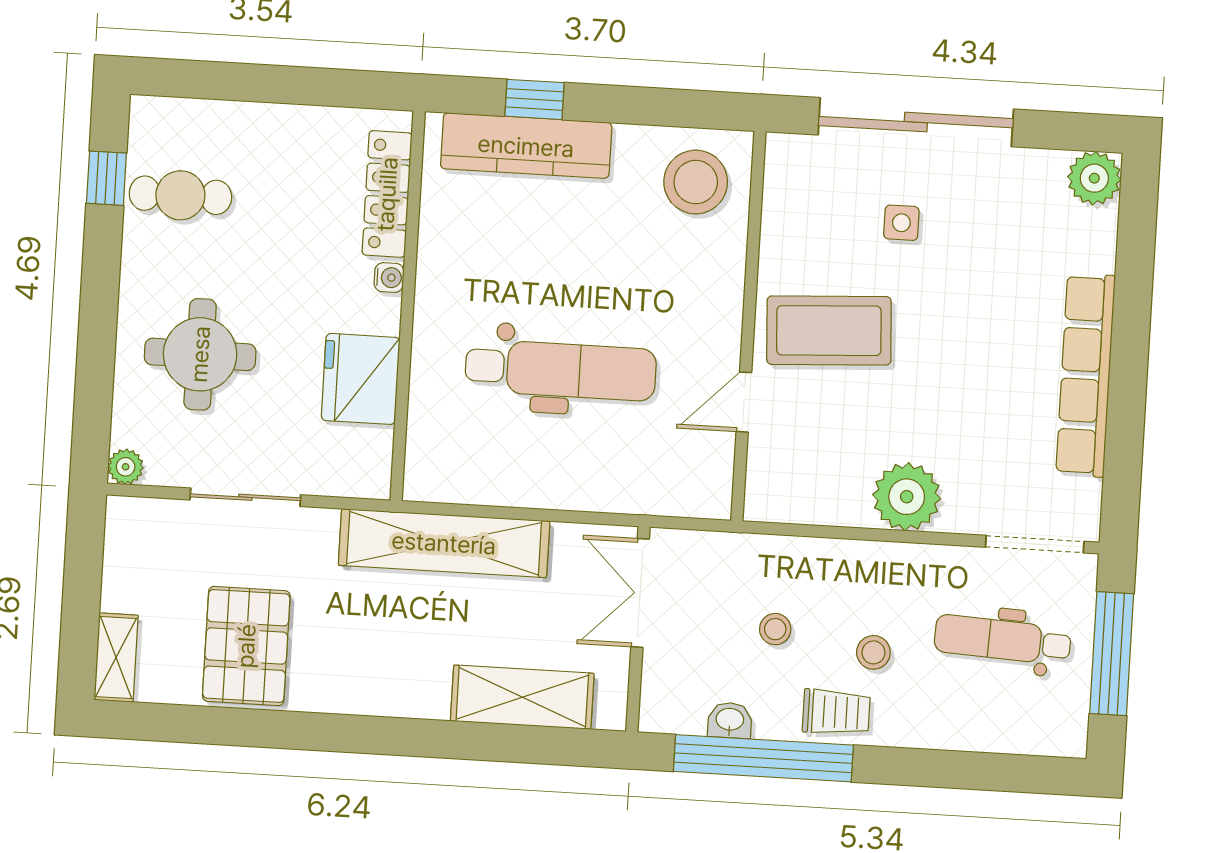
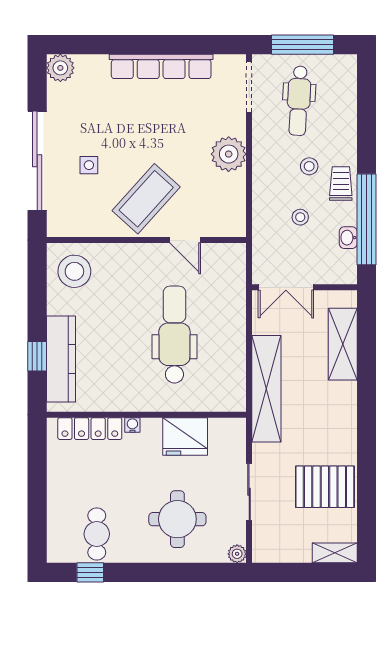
coffee table: (829, 331) -> (146, 199), turned 45

